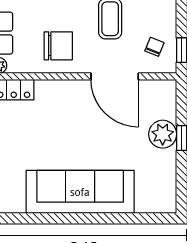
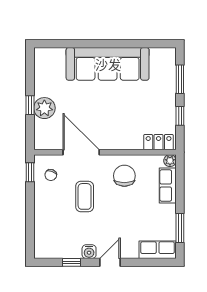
chair: (58, 46) -> (124, 176), turned 90

